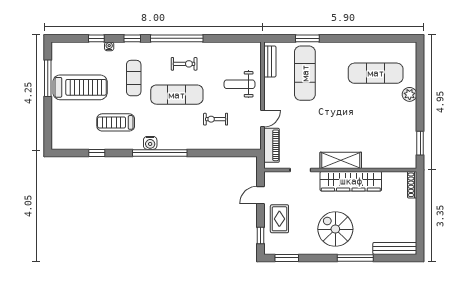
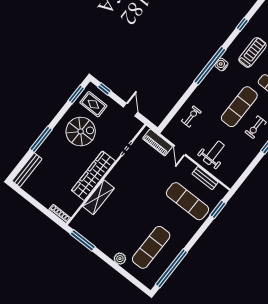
window: (307, 38) -> (218, 209), moved
window: (380, 38) -> (171, 268), added
bench: (270, 61) -> (205, 178), moved
exercise bike: (216, 119) -> (191, 116), moved
window: (420, 143) -> (83, 240), width x1.44
shelving: (341, 160) -> (98, 197), moved
rug: (279, 219) -> (93, 104), moved
spiral stairs: (335, 229) -> (81, 132), moved

